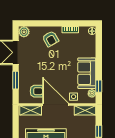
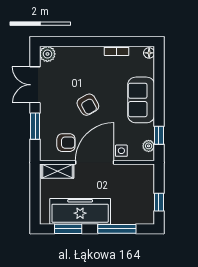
armchair: (50, 39) -> (88, 105), moved
sofa: (87, 73) -> (141, 100), moved
door: (56, 104) -> (95, 162), hinge flipped
shelving: (85, 110) -> (138, 171), removed

